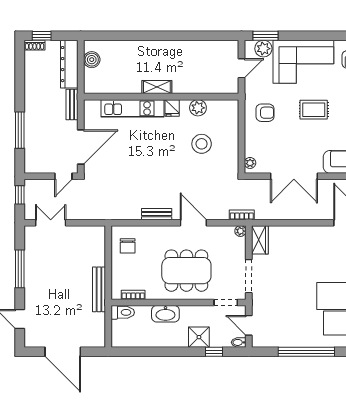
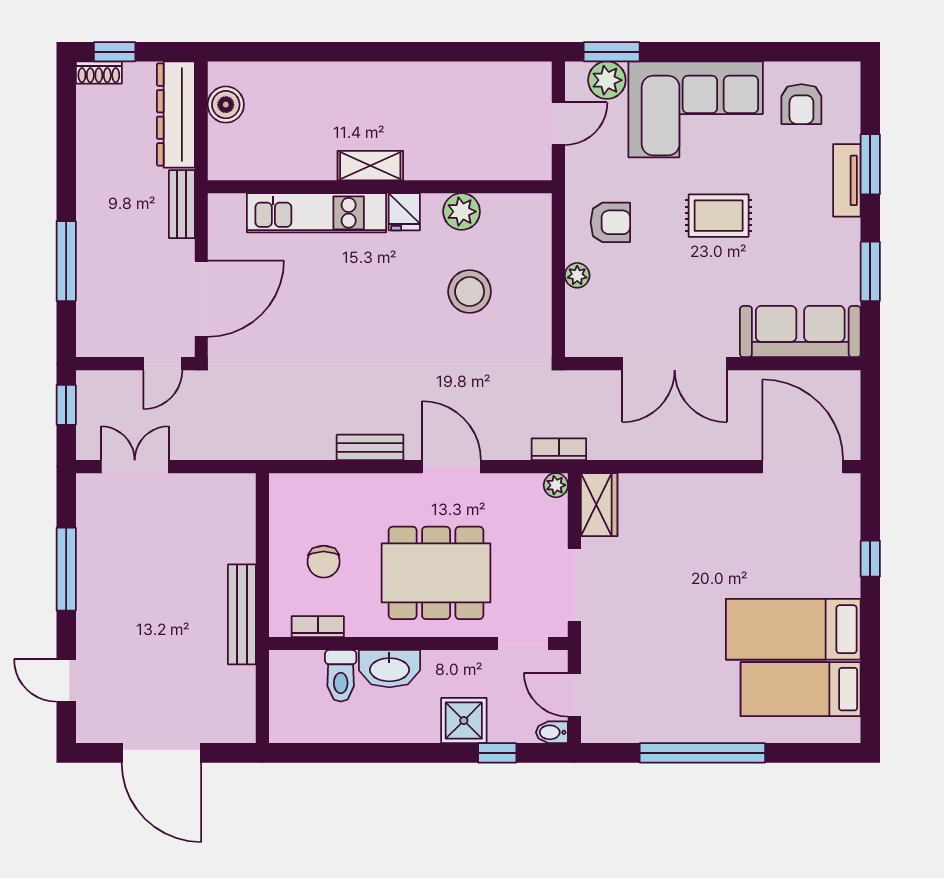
plant: (250, 163) -> (577, 275), moved
chair: (128, 246) -> (324, 562), moved
toilet: (123, 312) -> (341, 676), moved, turned 90

